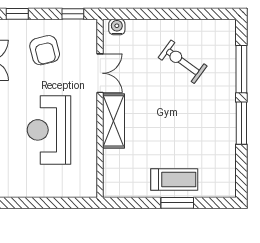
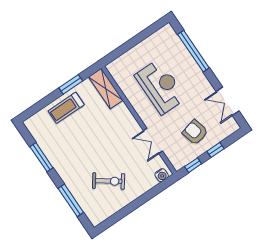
window: (17, 14) -> (215, 150), moved
shelving: (114, 121) -> (106, 89), moved
window: (241, 123) -> (41, 157), moved
window: (177, 203) -> (71, 84), moved

